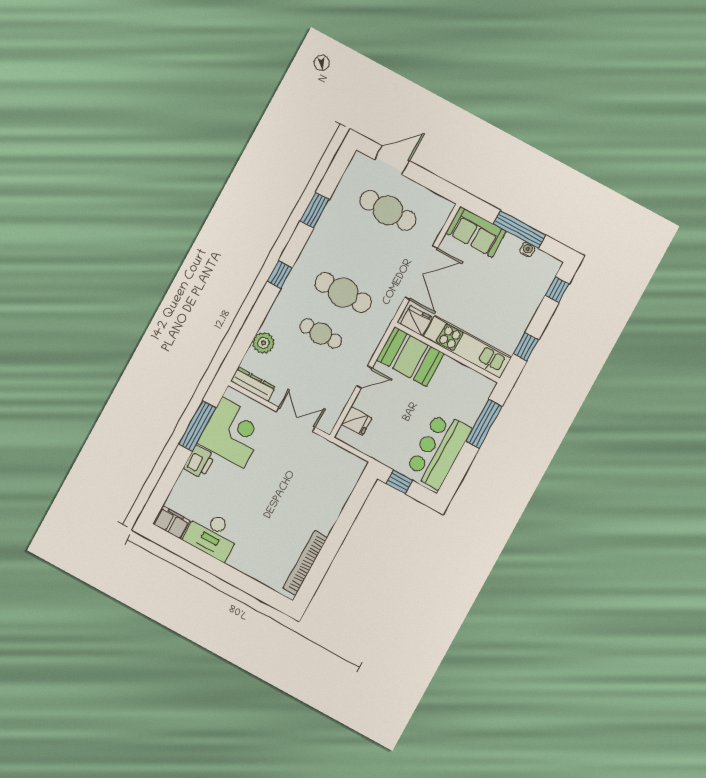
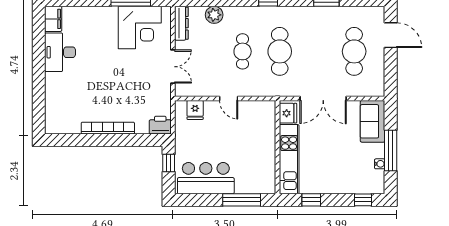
booth: (410, 357) -> (261, 123), removed
printer: (199, 462) -> (160, 125), moved, turned 180
bookcase: (305, 563) -> (108, 128), moved

